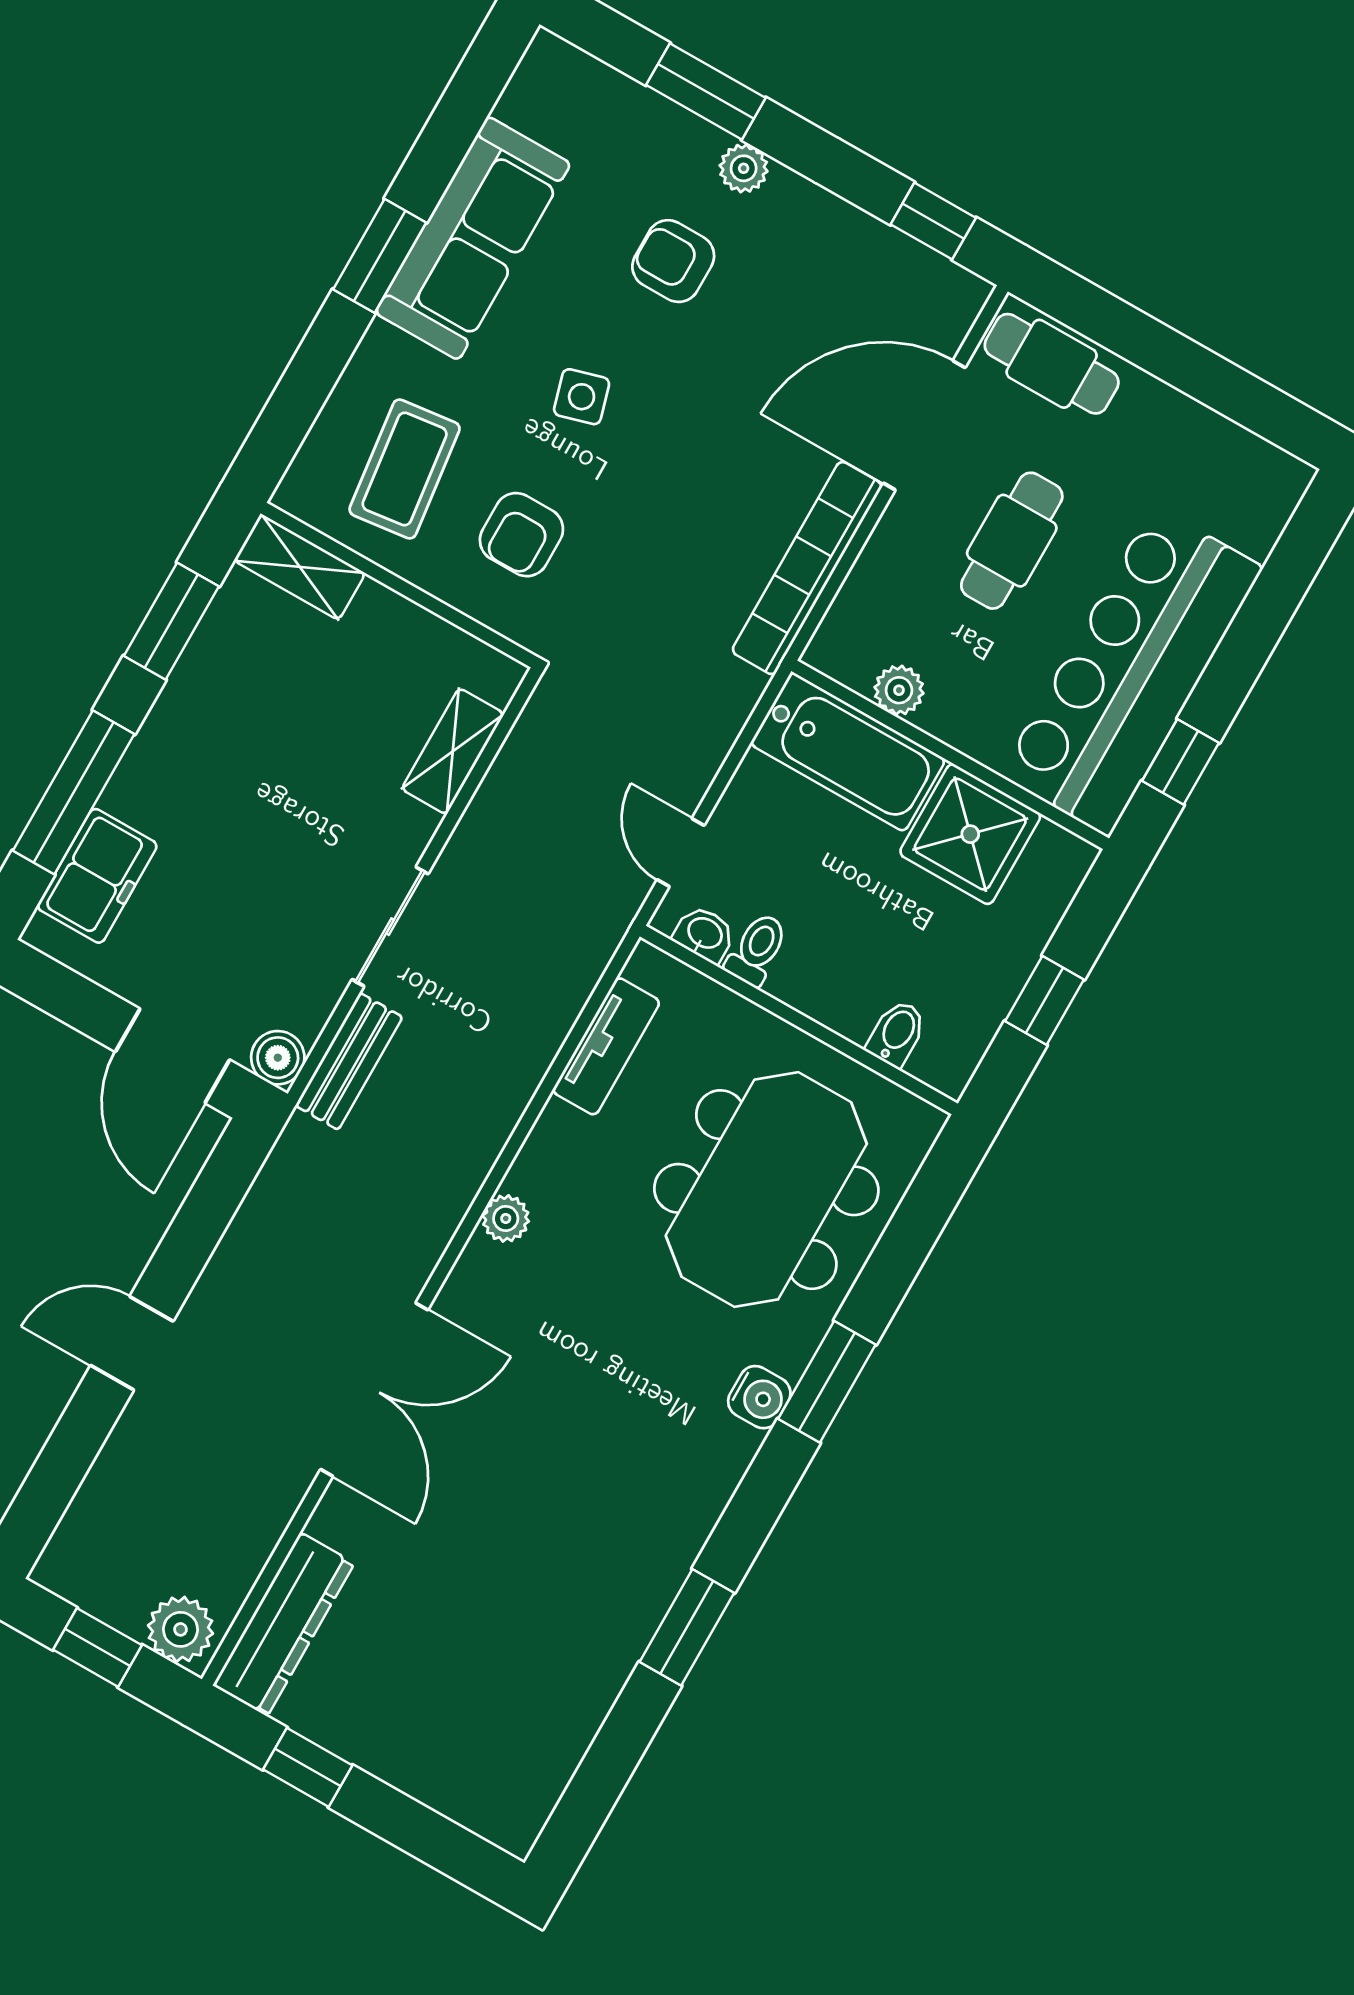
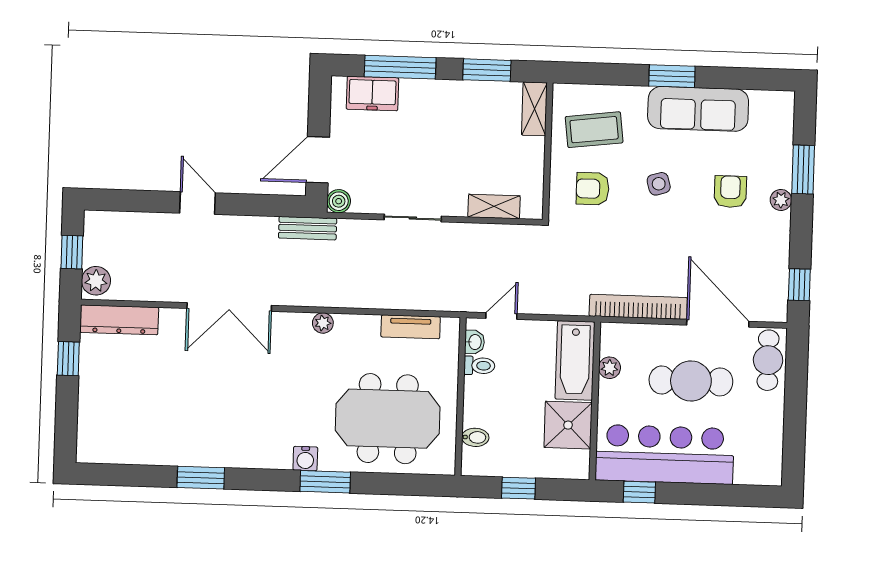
cafe table: (1012, 541) -> (691, 381), width x1.37, depth x1.35
bench: (349, 1061) -> (308, 228), moved

